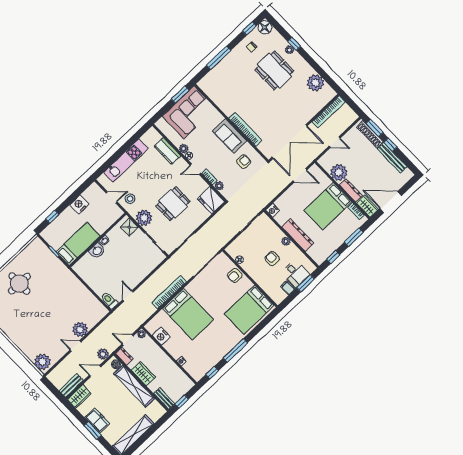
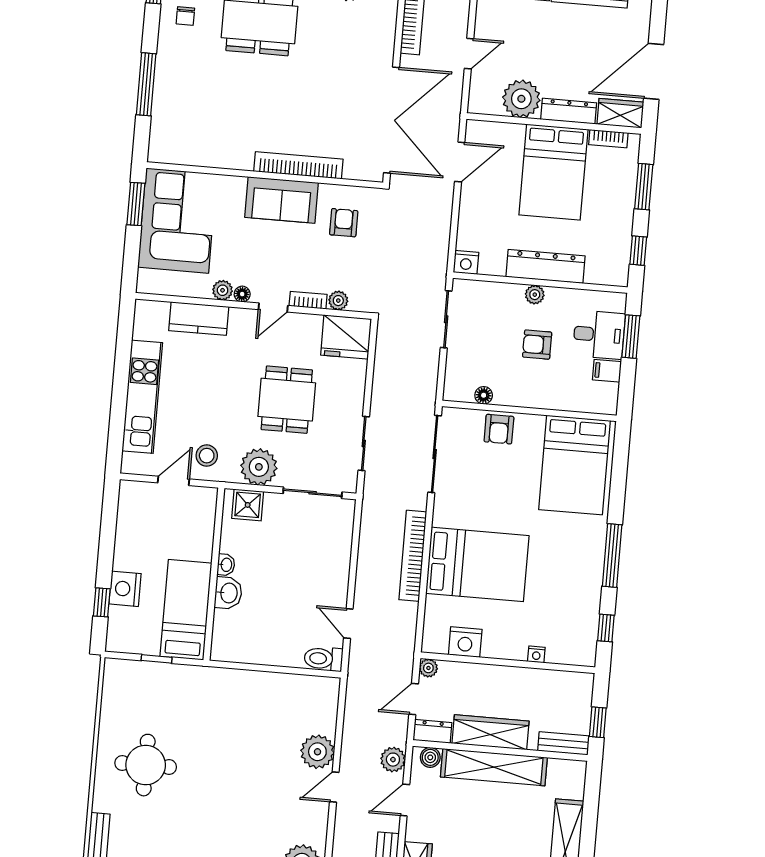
nightstand: (79, 205) -> (125, 589), moved
wardrobe: (143, 374) -> (491, 732), width x1.50

